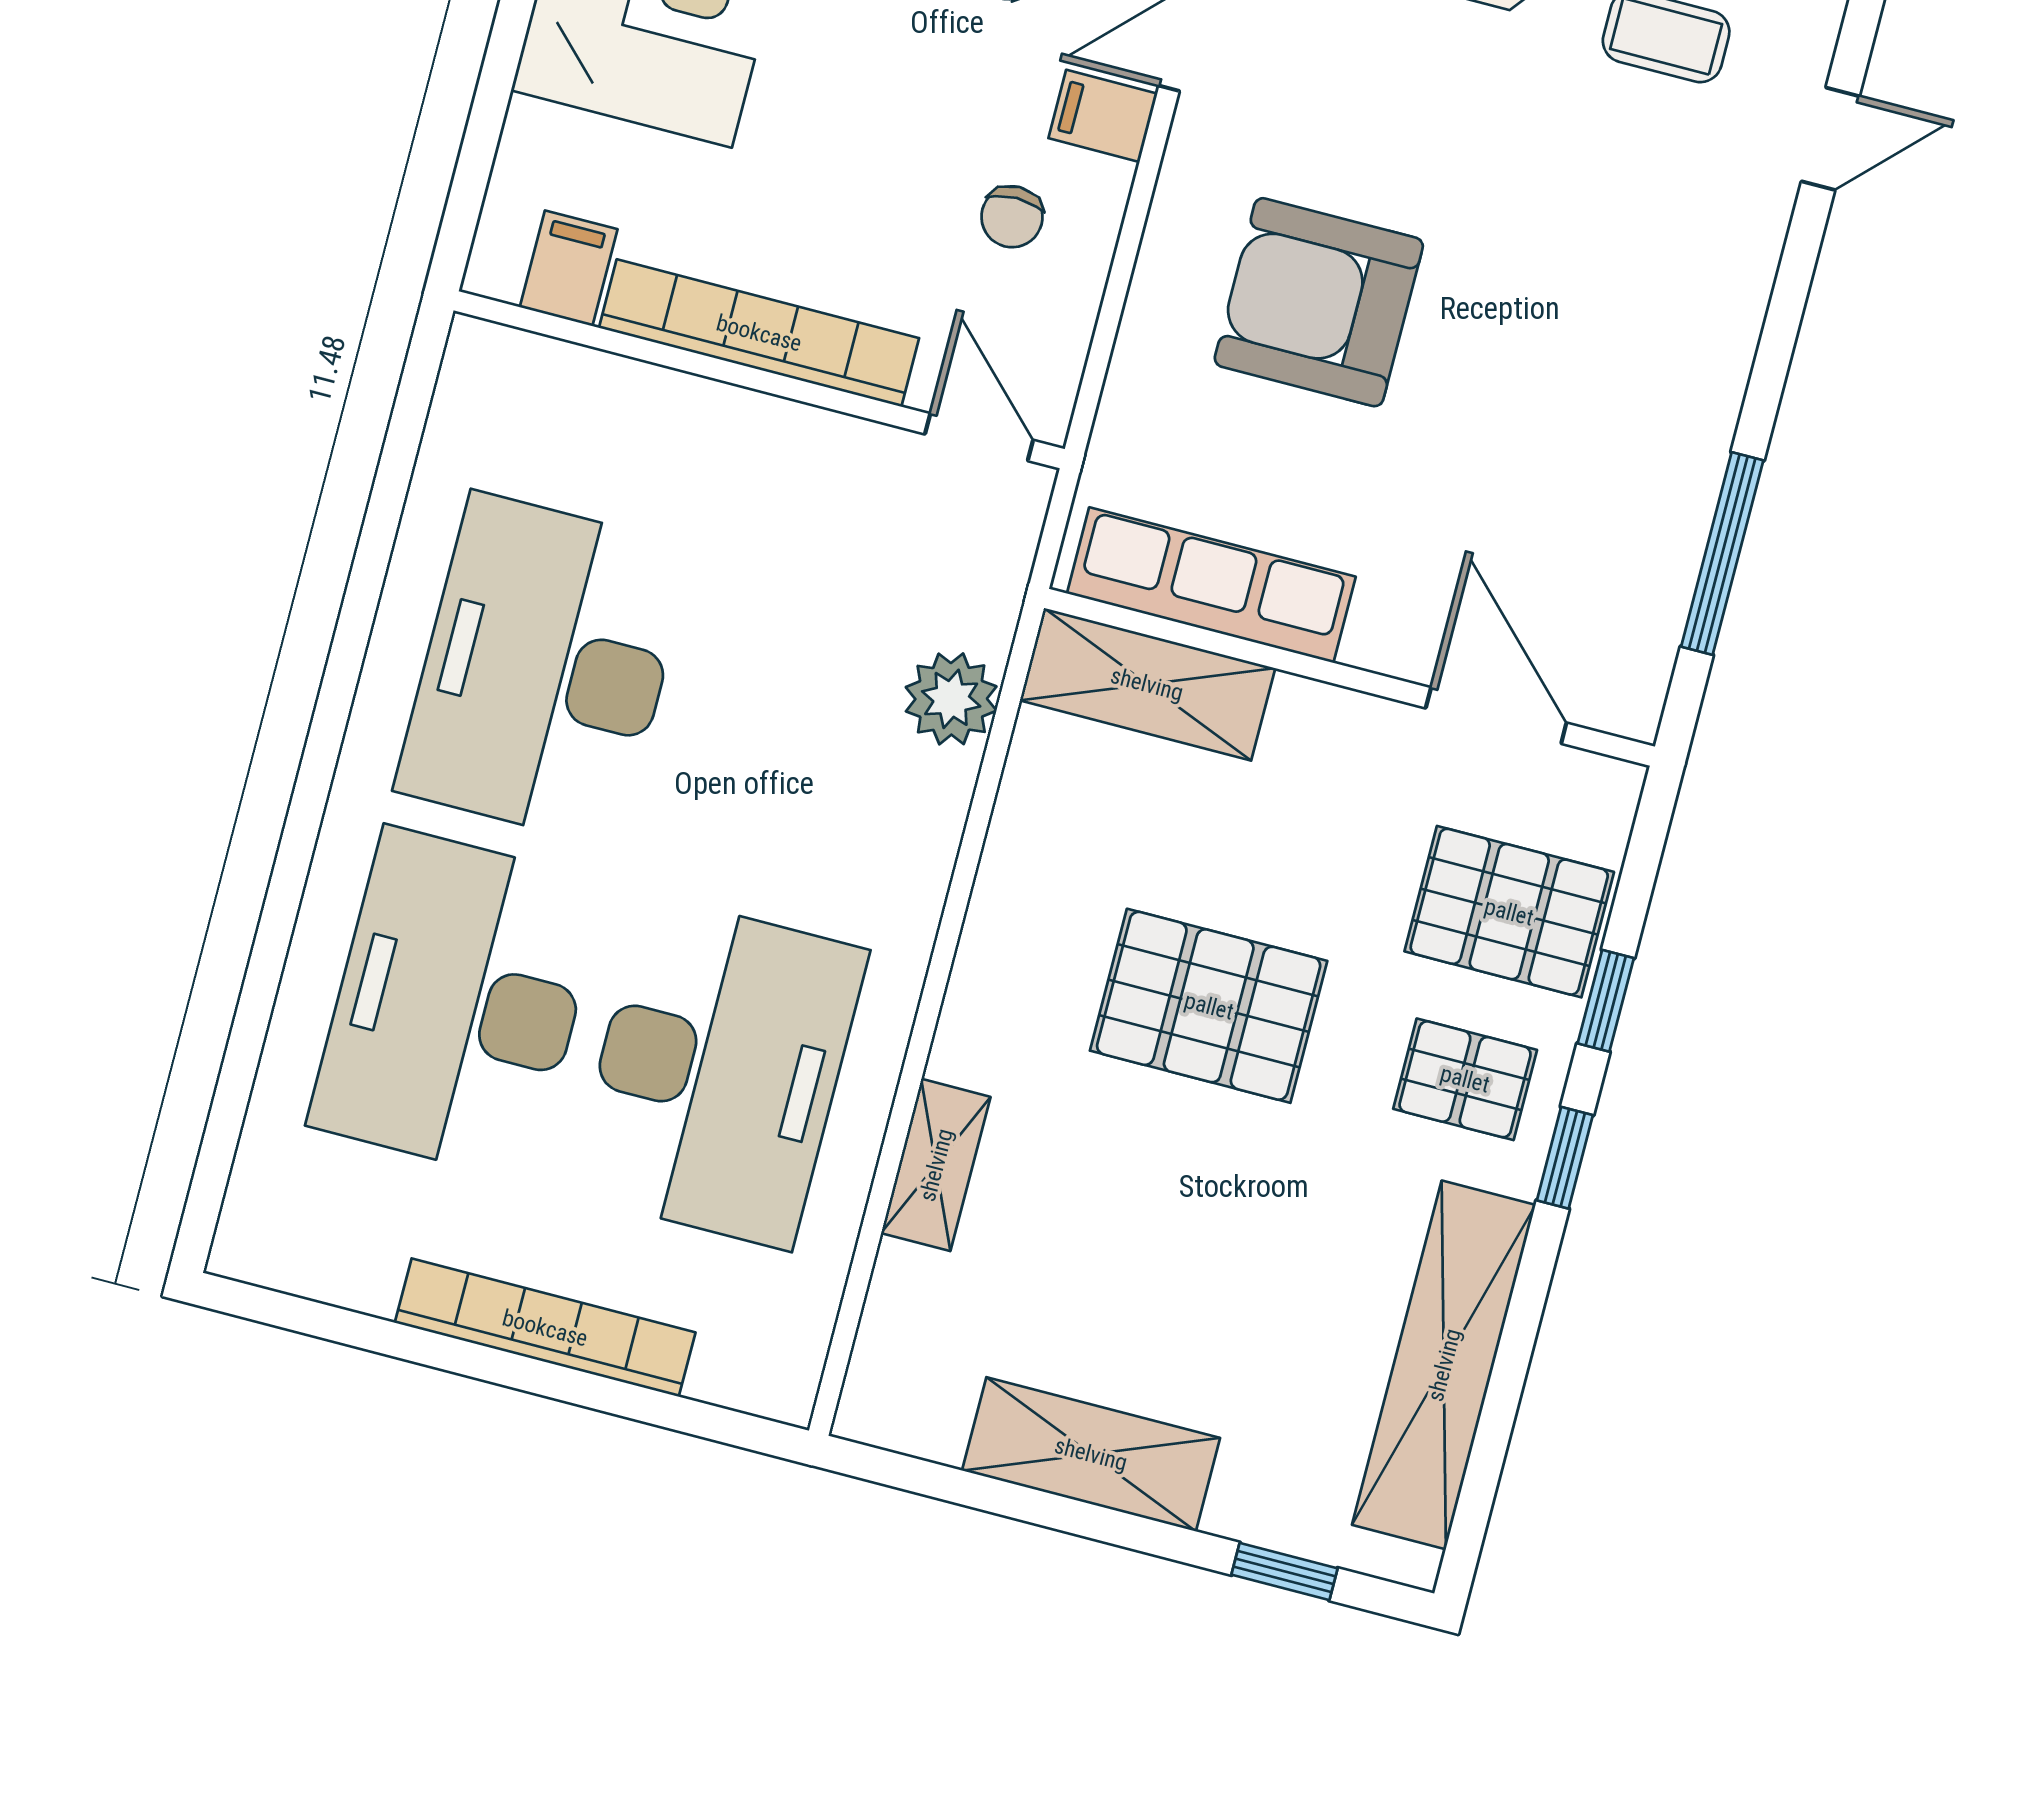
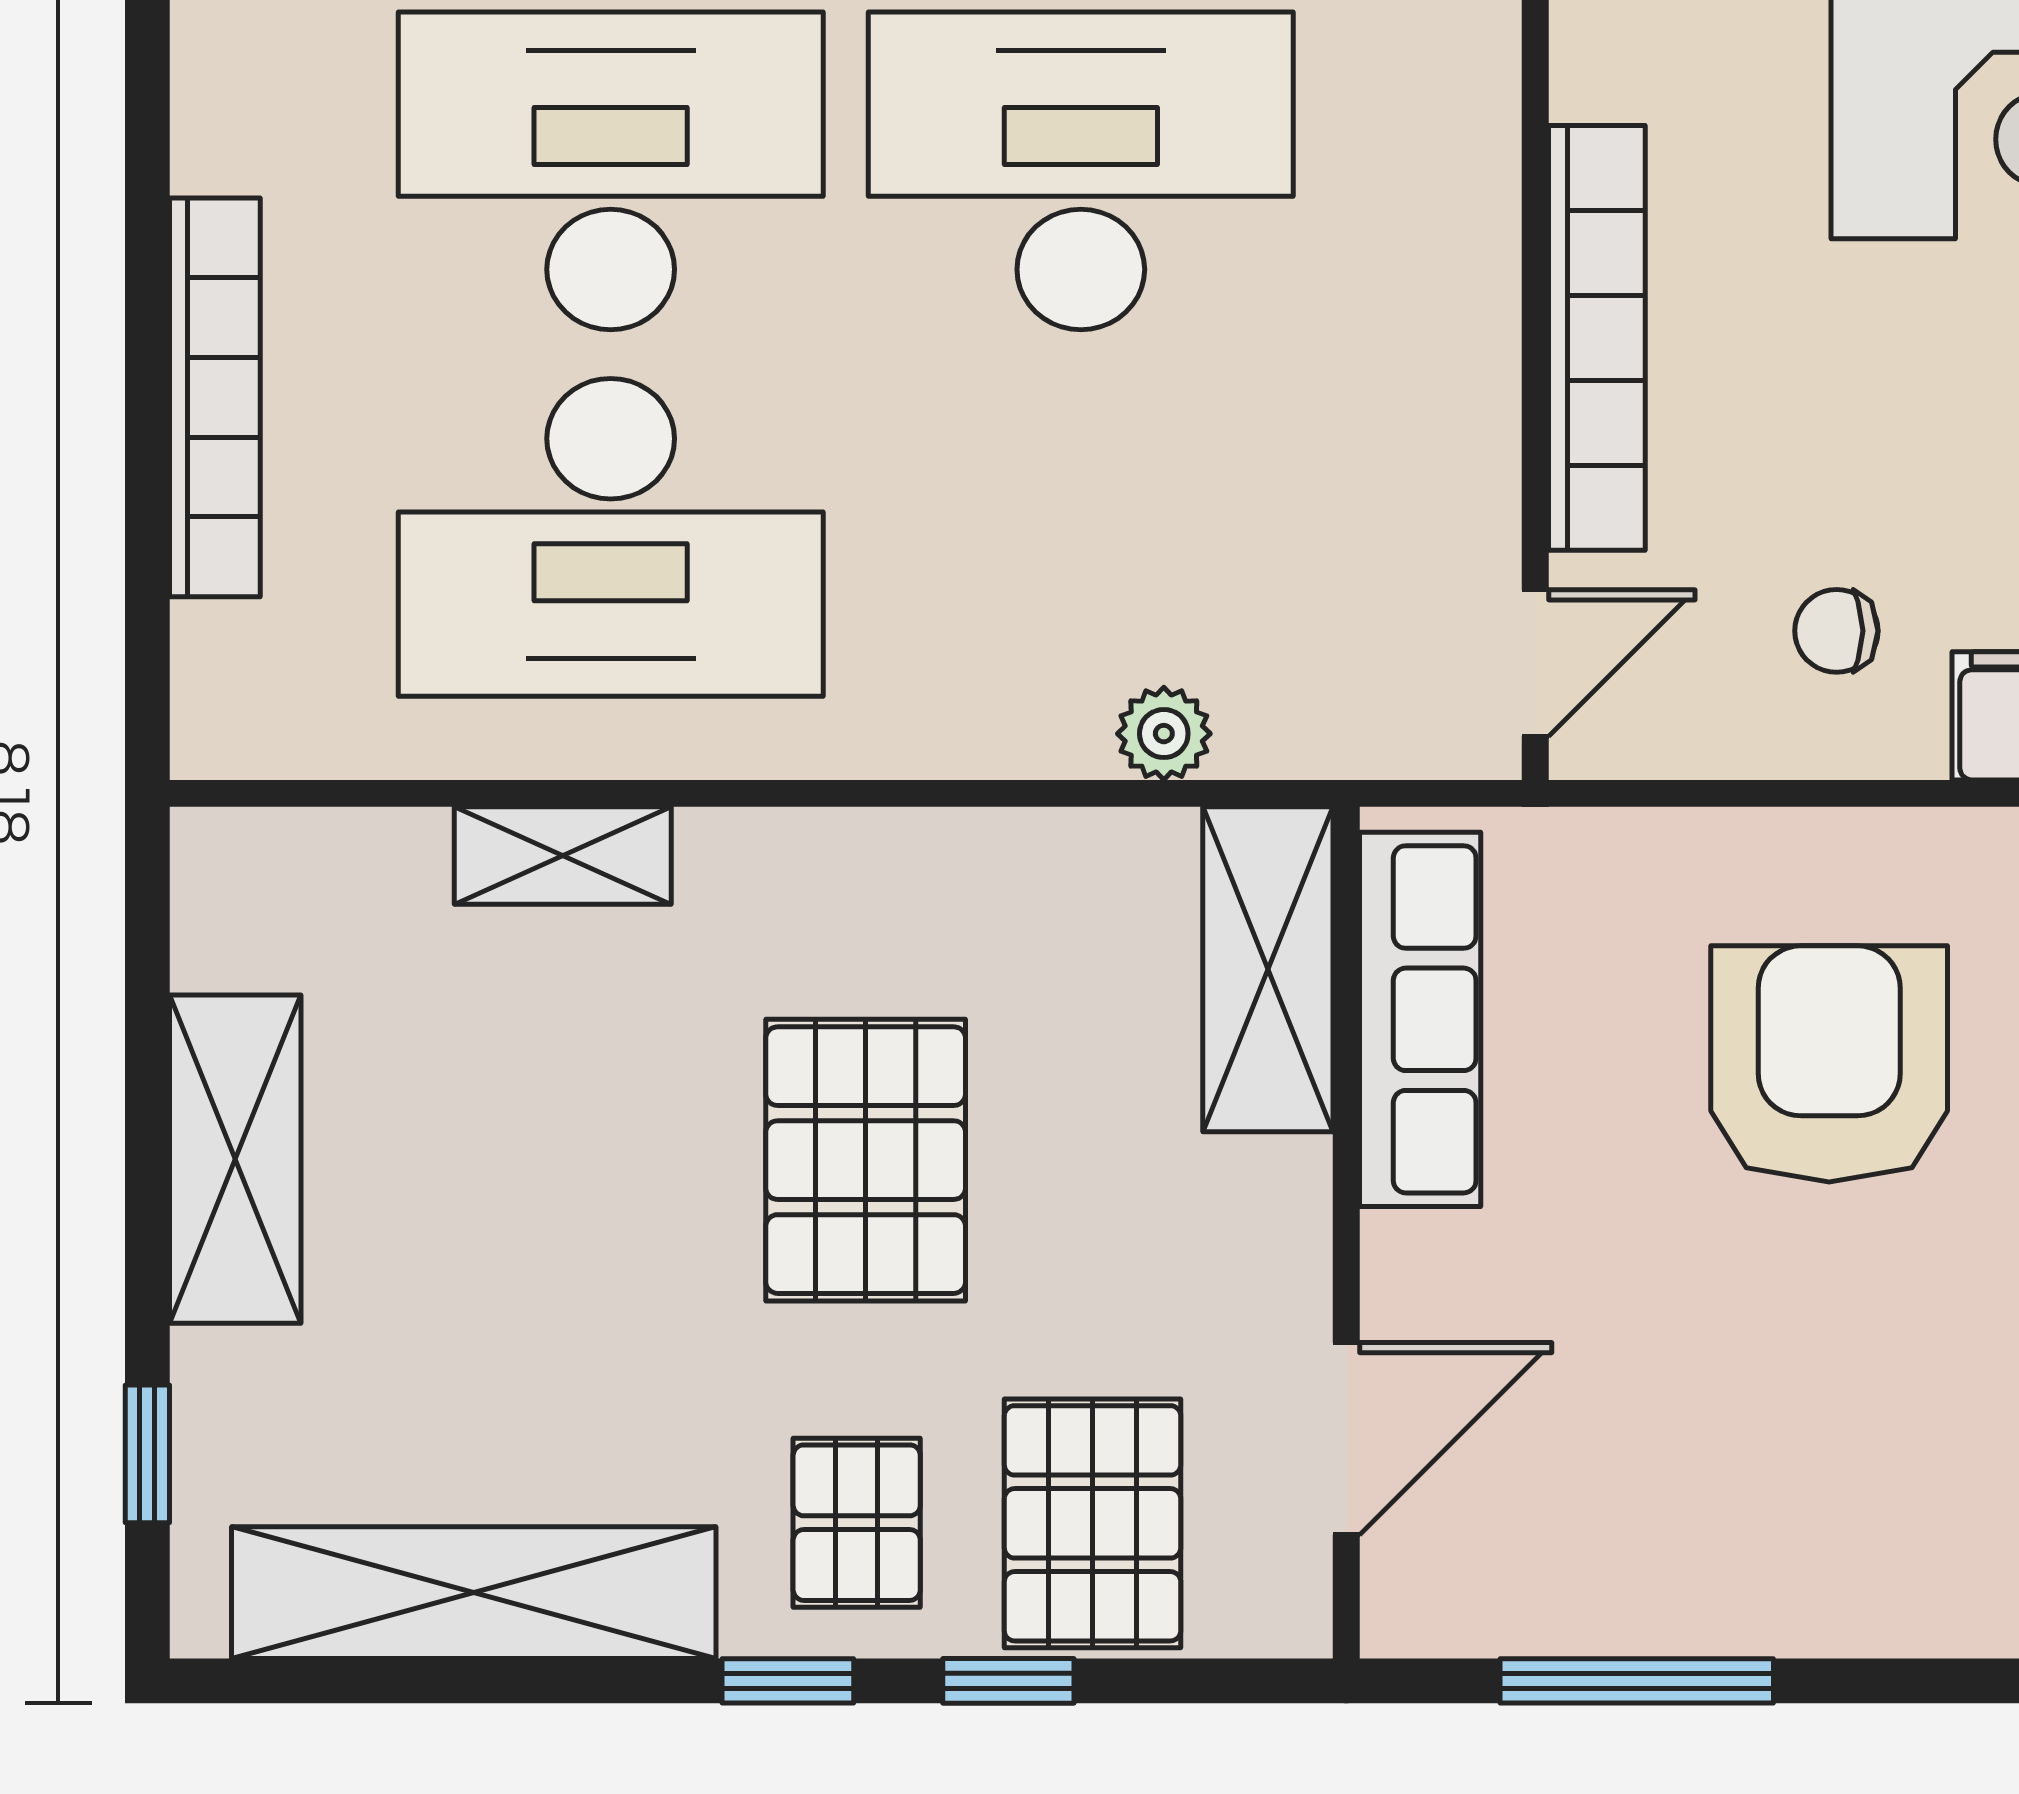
filing cabinet: (569, 268) -> (1617, 65), removed
plant: (951, 699) -> (1164, 734), width x0.73, depth x0.73

